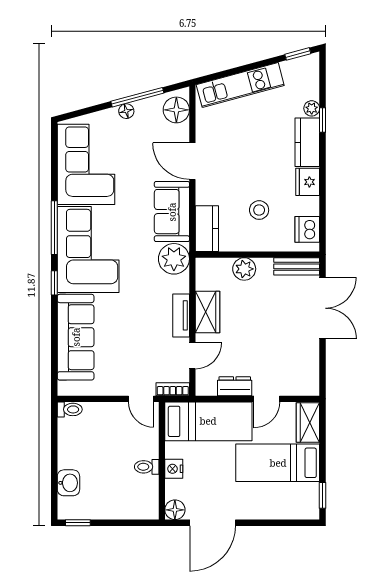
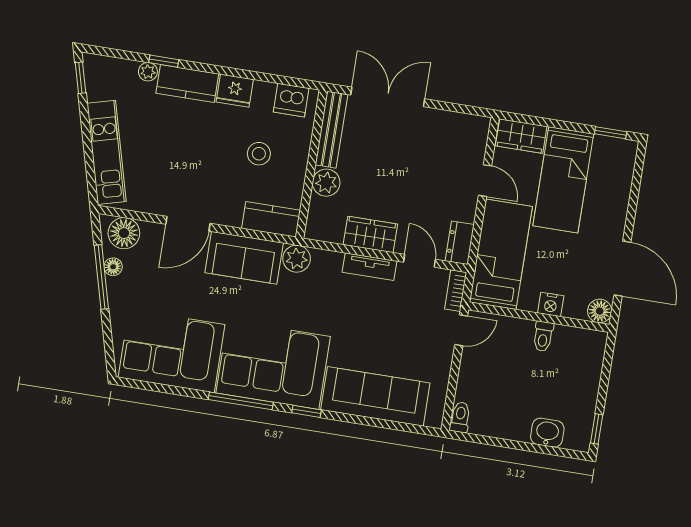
floor lamp: (126, 111) -> (113, 267), moved
plant: (174, 259) -> (297, 259), width x0.73, depth x0.73
bench: (297, 266) -> (331, 130), width x1.36
dresser: (235, 386) -> (460, 243), moved

